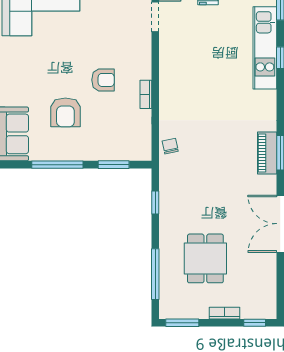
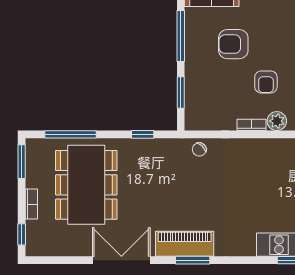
plant: (142, 69) -> (277, 121), added
chair: (170, 146) -> (199, 149), turned 147
piano: (267, 153) -> (185, 244), width x1.37, depth x1.33
dining table: (205, 258) -> (86, 185), width x1.88, depth x1.24

